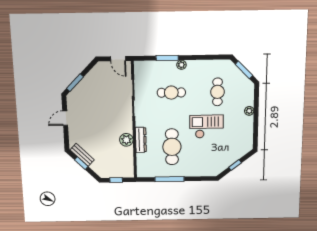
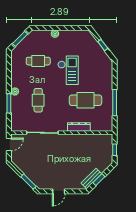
door: (65, 118) -> (59, 191), hinge flipped
checkout: (206, 127) -> (68, 70), turned 180
plant: (126, 140) -> (79, 140), removed

